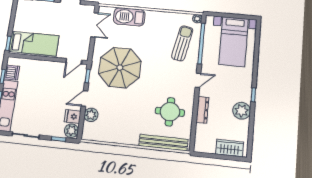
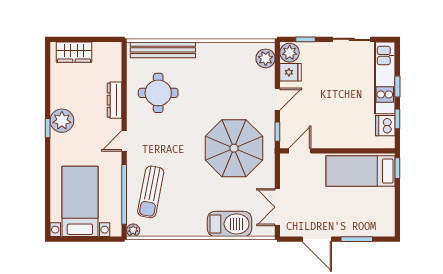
plant: (242, 111) -> (62, 121), moved
plant: (91, 115) -> (266, 58), moved

